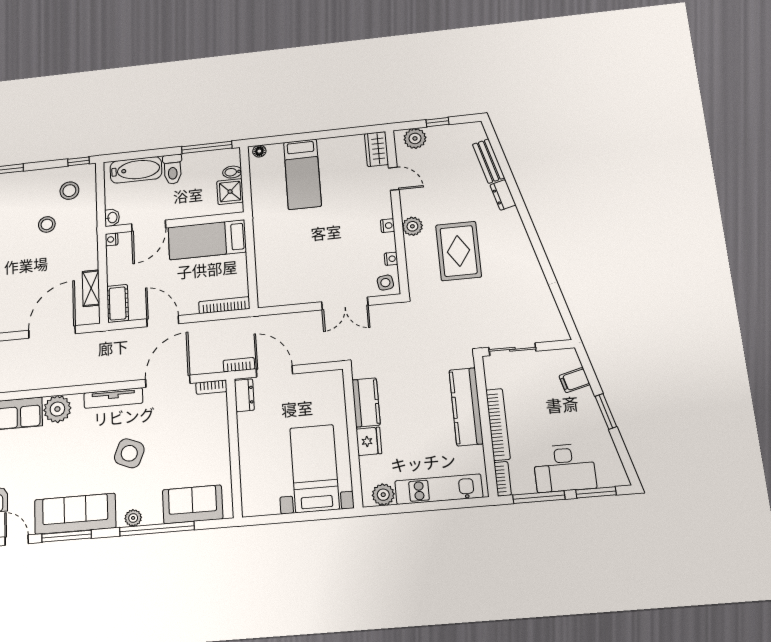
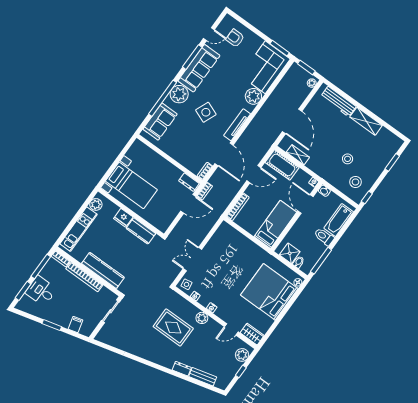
bed: (302, 174) -> (269, 292), width x2.04
cot: (118, 303) -> (282, 165), width x1.37, depth x1.34
desk: (564, 468) -> (41, 291), width x0.73
plant: (133, 518) -> (179, 94), width x1.88, depth x1.88

